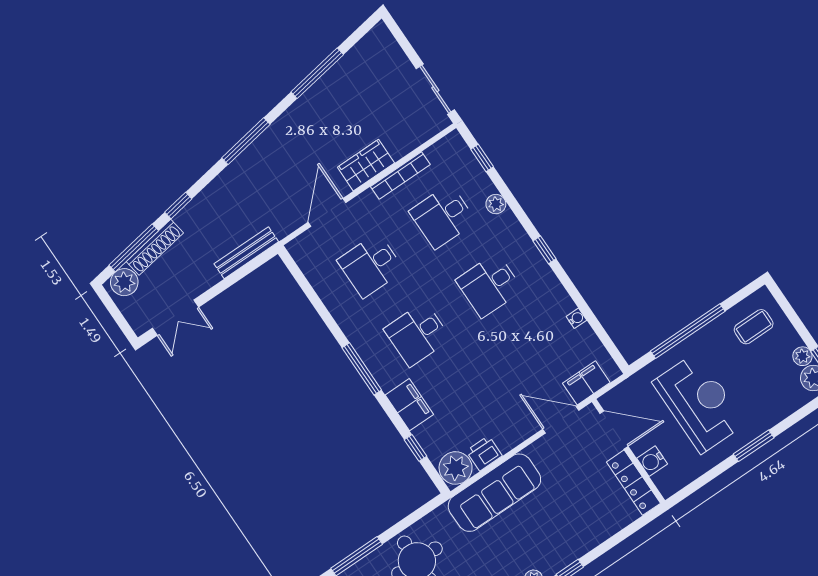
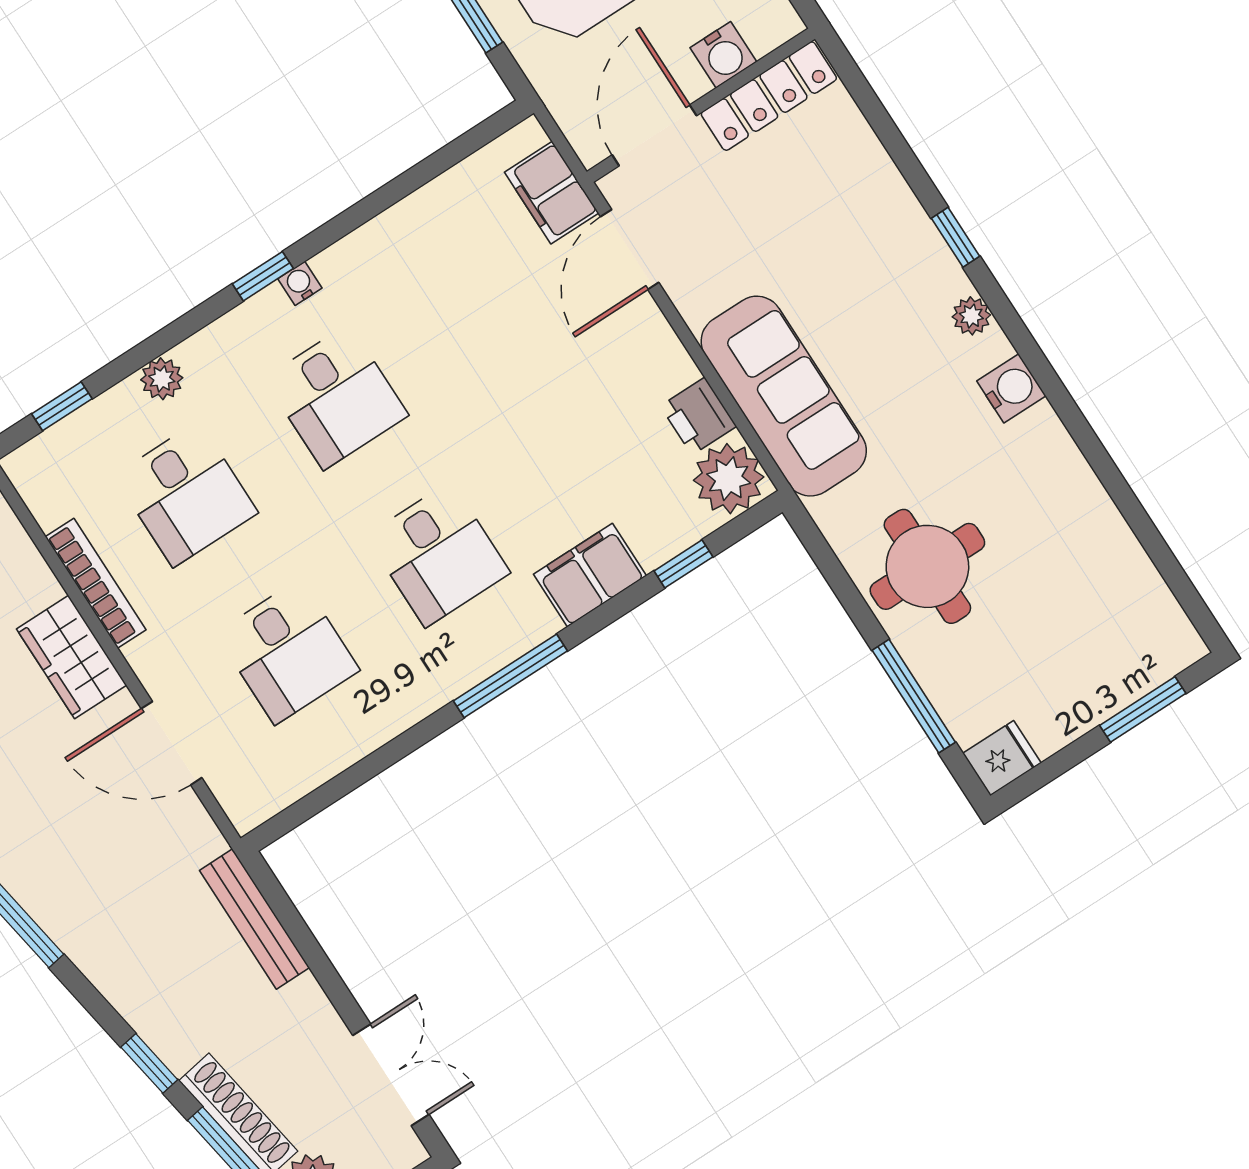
water cooler: (576, 318) -> (300, 283), moved

